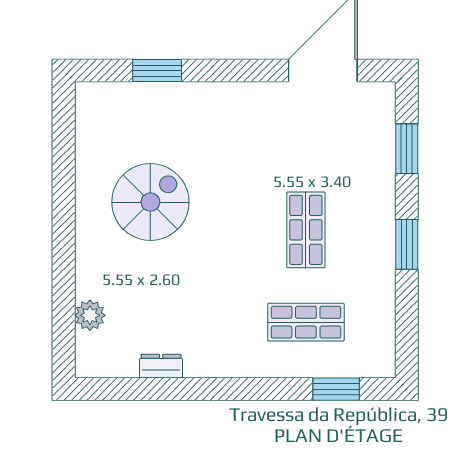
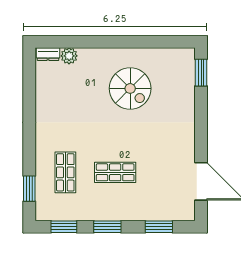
window: (157, 71) -> (201, 73), moved
window: (407, 325) -> (64, 227), added
dresser: (161, 366) -> (48, 54), moved, turned 90

